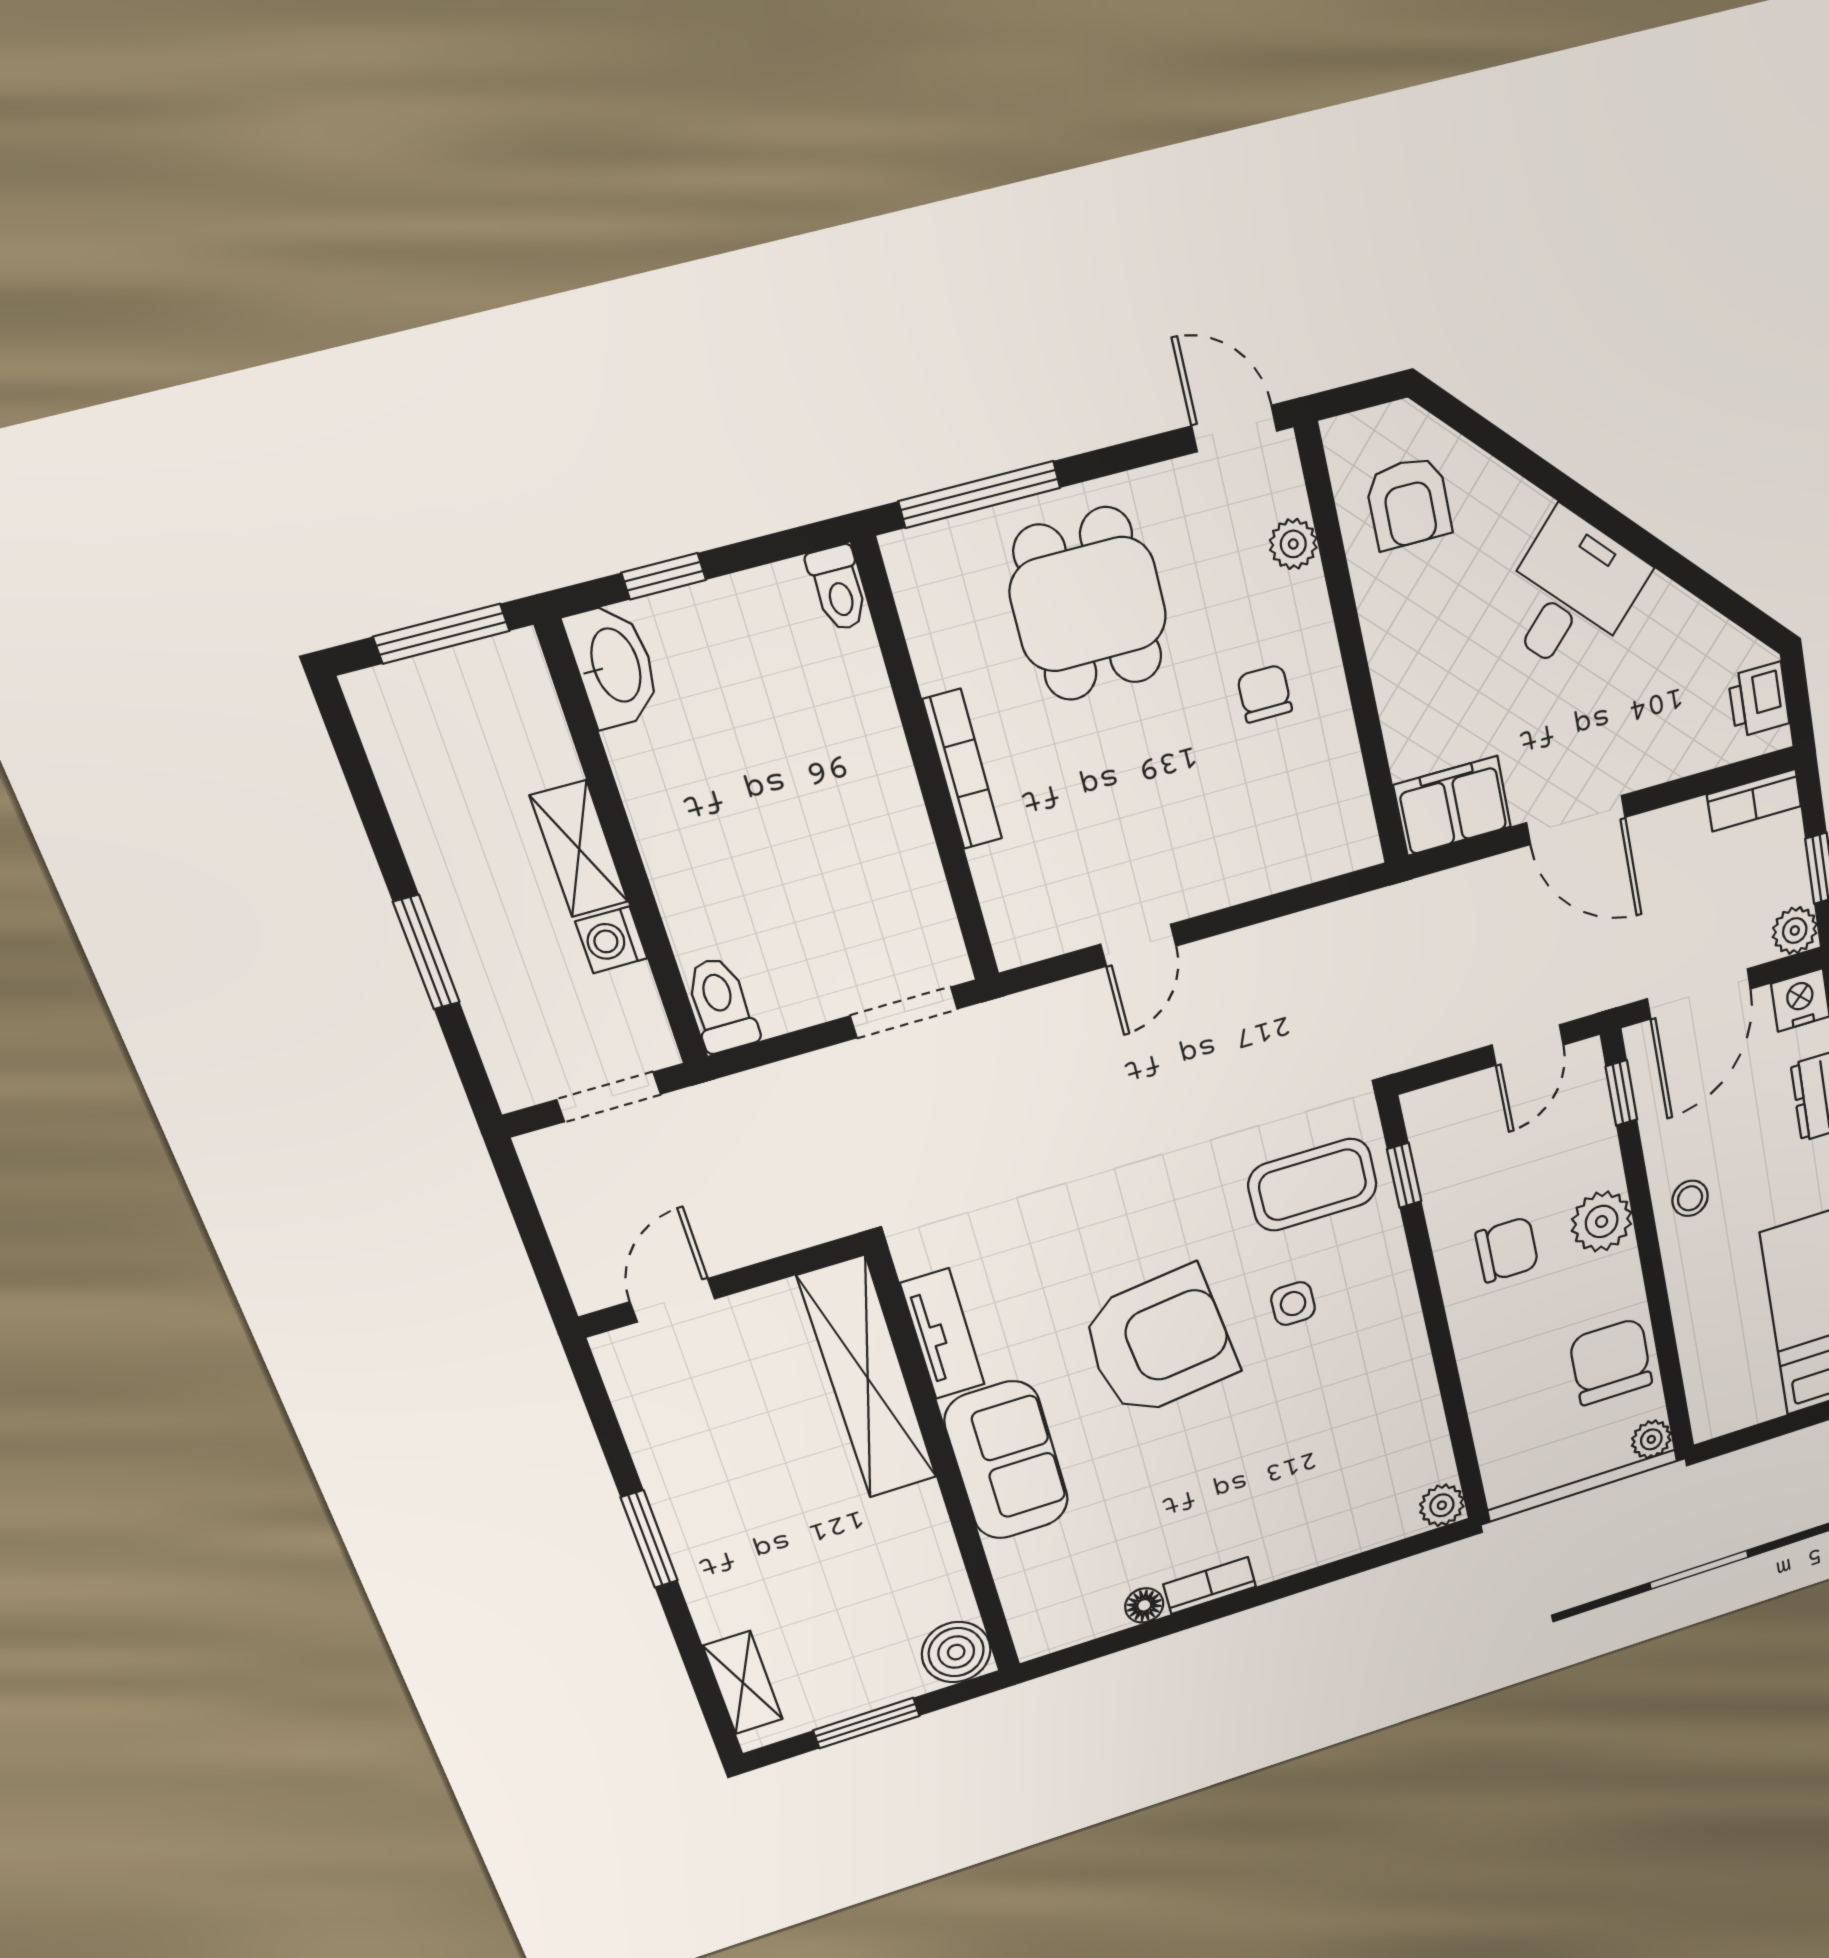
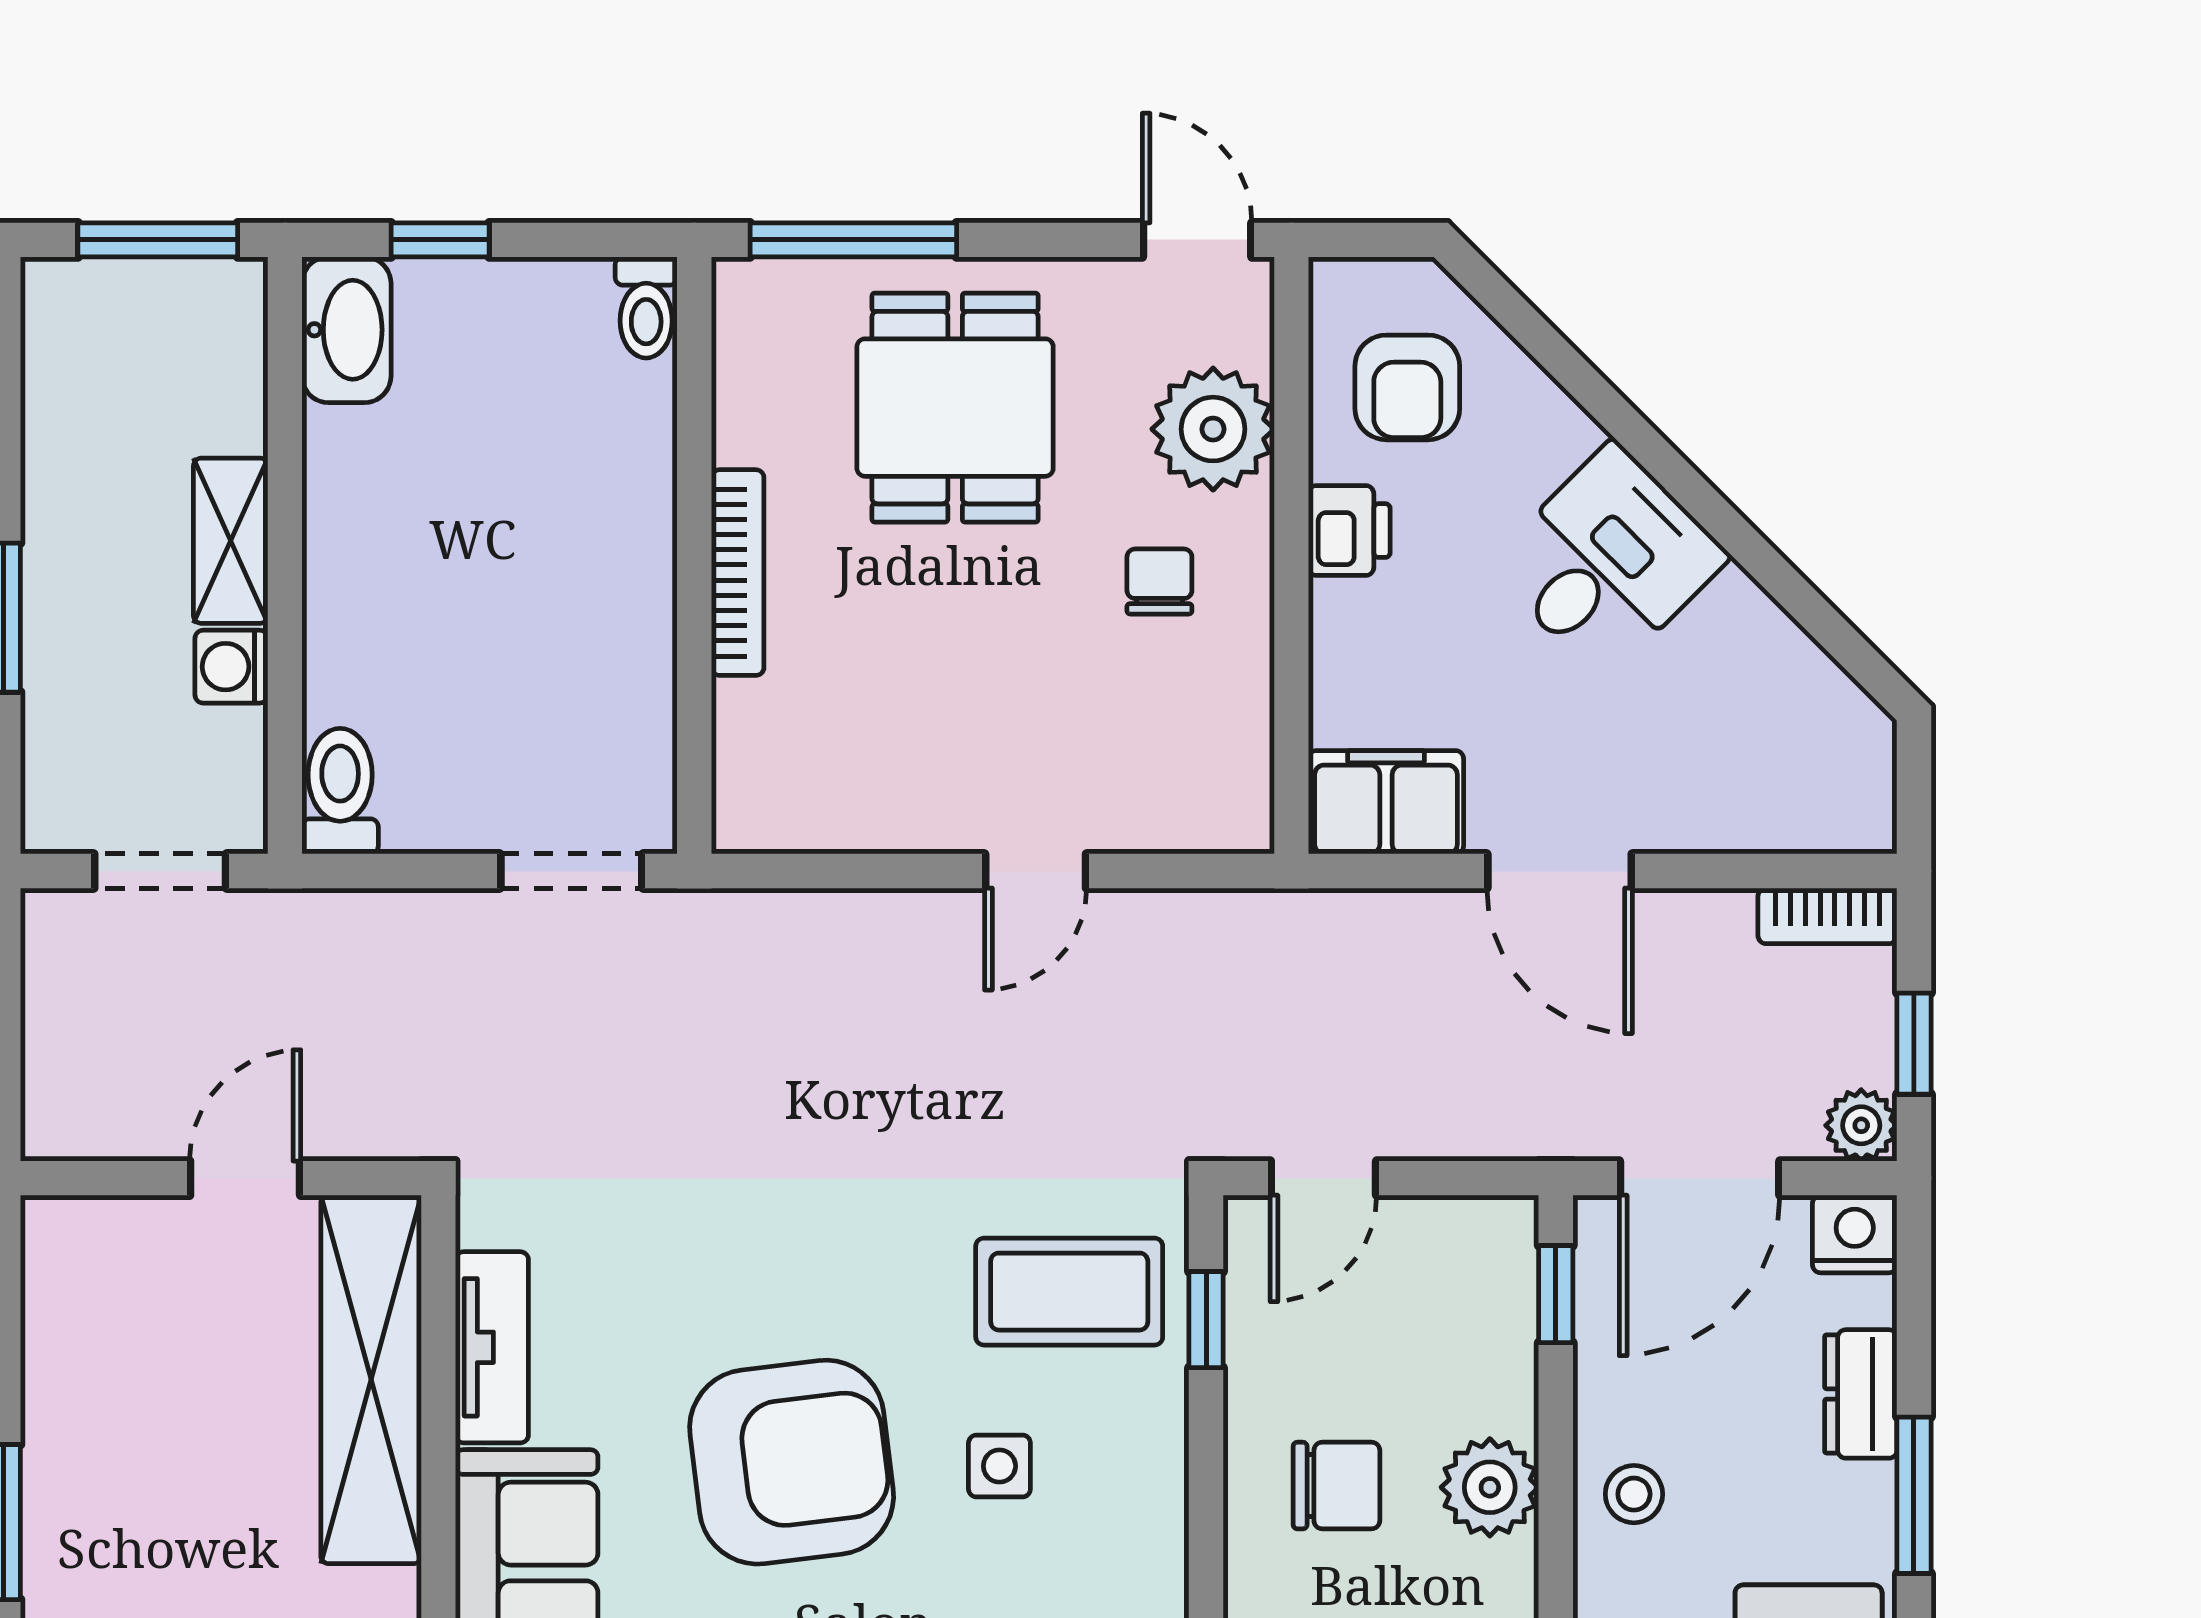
plant: (1293, 544) -> (1213, 429), width x1.88, depth x1.88
printer: (1759, 700) -> (1349, 531), moved, turned 180
door: (1138, 945) -> (1036, 871), moved
door: (1528, 1045) -> (1323, 1178), moved
door: (672, 1300) -> (245, 1178), moved

